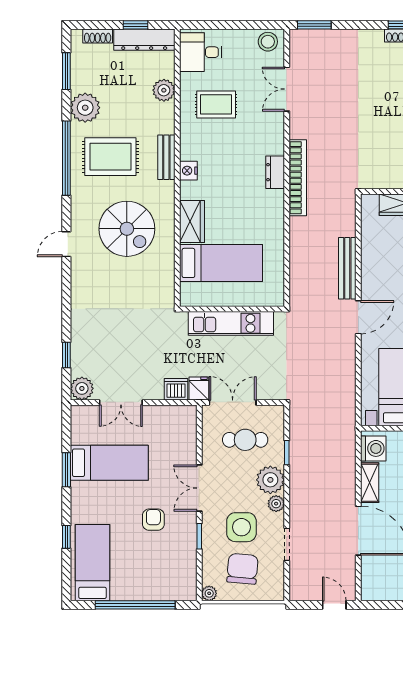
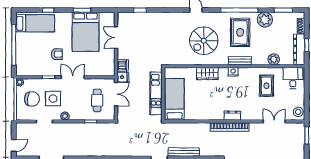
bed: (221, 263) -> (175, 99), moved, turned 180
plant: (82, 388) -> (123, 18), removed
bed: (109, 463) -> (86, 32), width x1.50
plant: (270, 480) -> (77, 113), removed

